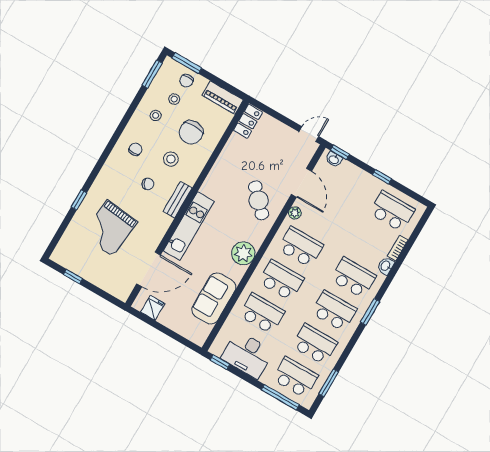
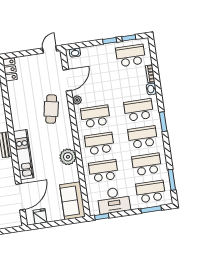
window: (340, 152) -> (129, 38), moved
door: (301, 183) -> (67, 80), hinge flipped
cafe table: (259, 200) -> (51, 109), turned 55
plant: (243, 253) -> (68, 157), moved
sofa: (214, 298) -> (72, 201), moved
window: (280, 397) -> (151, 209), width x0.69

